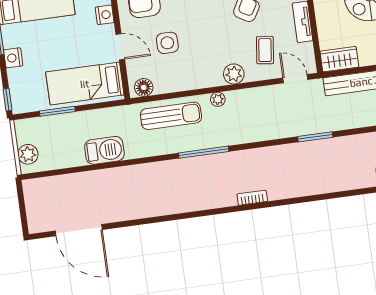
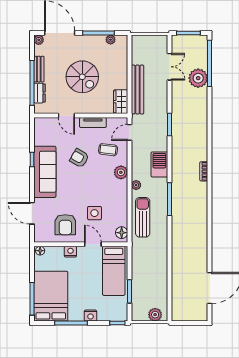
door: (120, 47) -> (93, 244), hinge flipped
barbecue: (104, 150) -> (159, 164), moved

